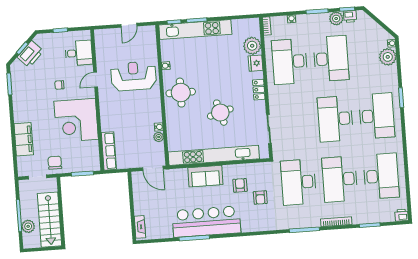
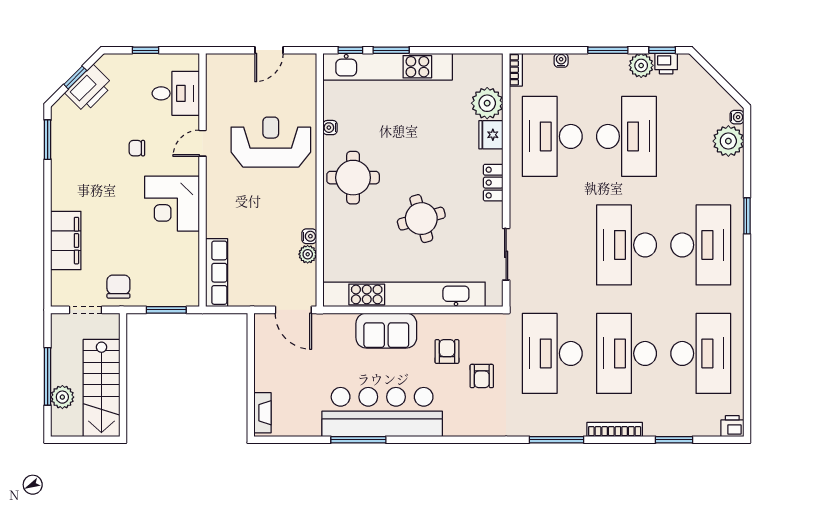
corner desk: (76, 120) -> (172, 204), width x0.74, depth x0.74

